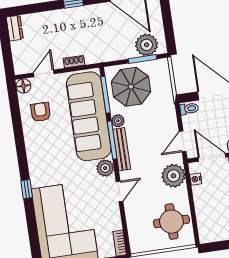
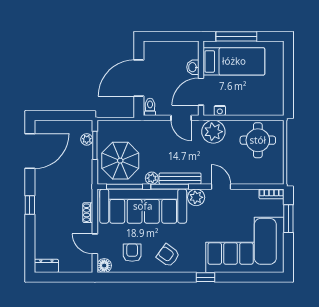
plant: (147, 45) -> (87, 139), width x0.53, depth x0.53
armchair: (41, 112) -> (132, 253), turned 90
armchair: (43, 148) -> (168, 255), added

